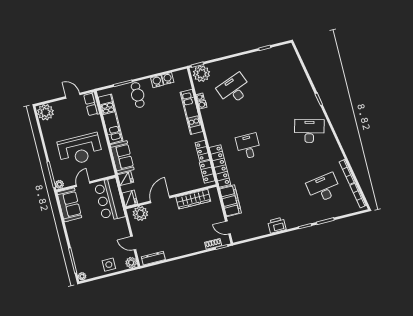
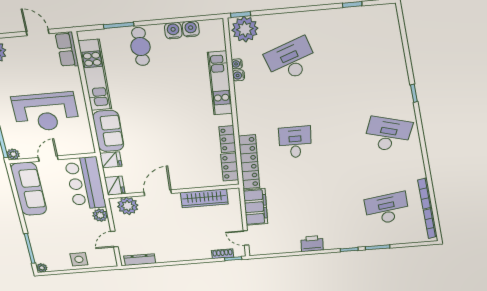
sofa: (69, 205) -> (29, 189), width x1.36
door: (133, 243) -> (114, 239), hinge flipped
plant: (131, 263) -> (100, 215), moved

